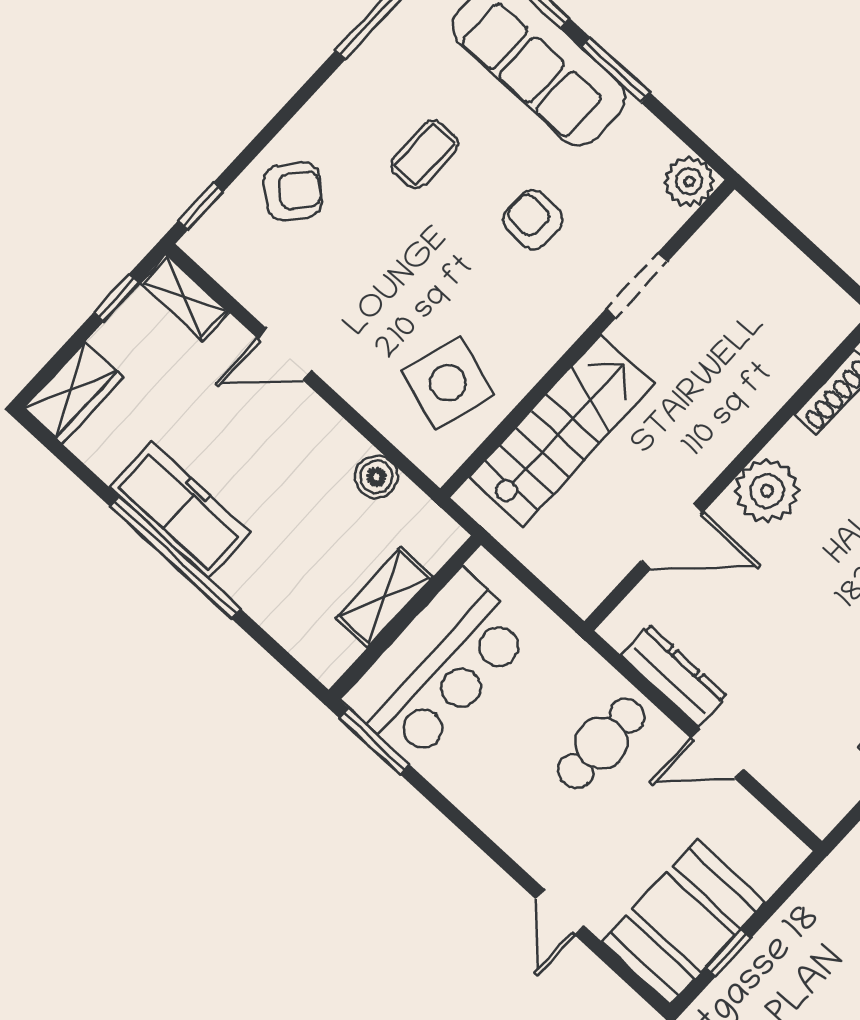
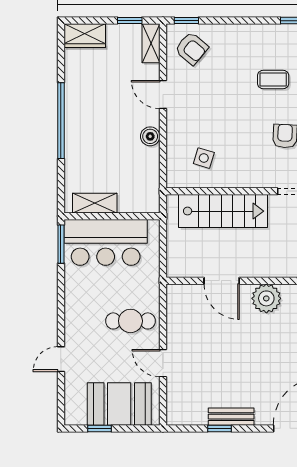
armchair: (293, 191) -> (192, 48), moved
side table: (448, 383) -> (204, 158), width x0.54, depth x0.54
boiler: (376, 477) -> (150, 136), moved
freezer: (180, 510) -> (78, 108), removed
shelving: (384, 597) -> (95, 203), moved
dresser: (674, 676) -> (176, 324), removed
booth: (684, 922) -> (119, 404), moved

